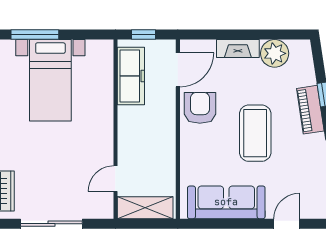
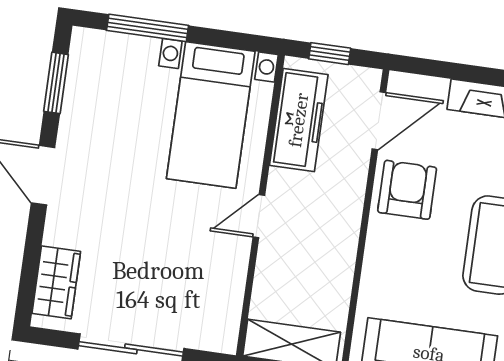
bed with nightstands: (50, 80) -> (211, 115), moved
door: (115, 179) -> (259, 216), moved

